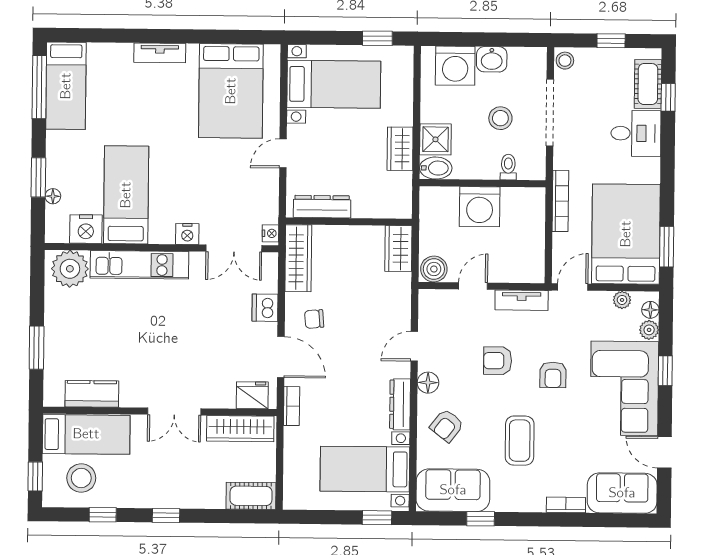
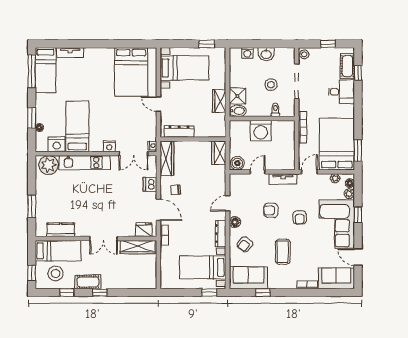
tv unit: (160, 53) -> (70, 53), moved
washing machine: (455, 66) -> (247, 53), width x0.53, depth x0.53
door: (283, 153) -> (158, 104), hinge flipped
cot: (251, 496) -> (88, 282), moved

